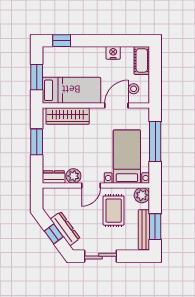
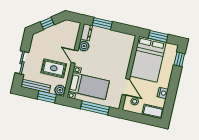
bed: (71, 90) -> (148, 59), width x1.50
wardrobe: (68, 116) -> (126, 52), removed
window: (37, 142) -> (102, 24), moved
window: (155, 227) -> (47, 97), moved
dresser: (65, 229) -> (49, 32), removed
sliding door: (100, 256) -> (22, 63), moved

